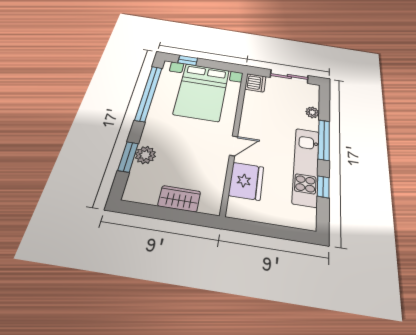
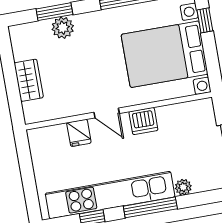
dishwasher: (255, 83) -> (143, 121), moved
kitchen unit: (306, 166) -> (110, 195), width x1.36
fridge: (246, 181) -> (79, 133), width x0.53, depth x0.75

